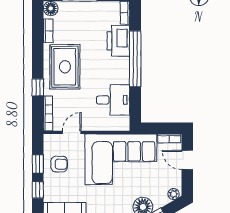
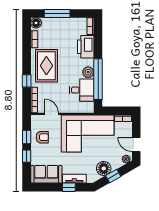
window: (135, 59) -> (98, 79), moved
plant: (122, 76) -> (88, 72), added
door: (72, 132) -> (52, 114), hinge flipped
door: (187, 160) -> (136, 144), moved

